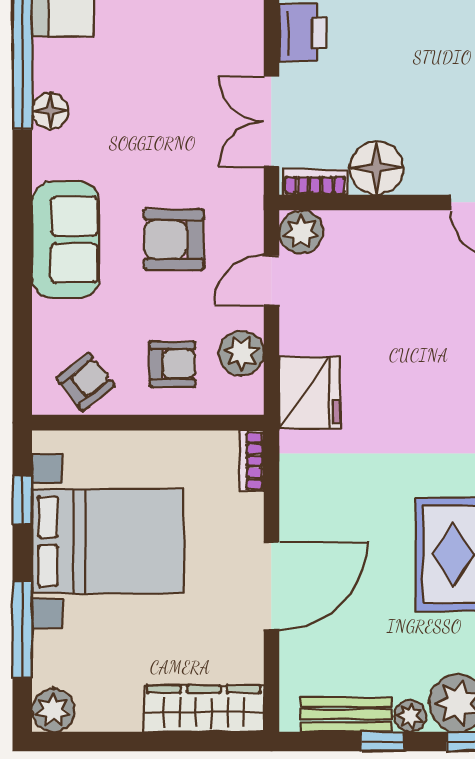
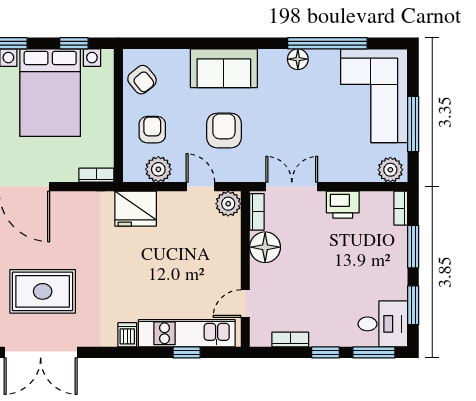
armchair: (172, 364) -> (152, 130), turned 180

